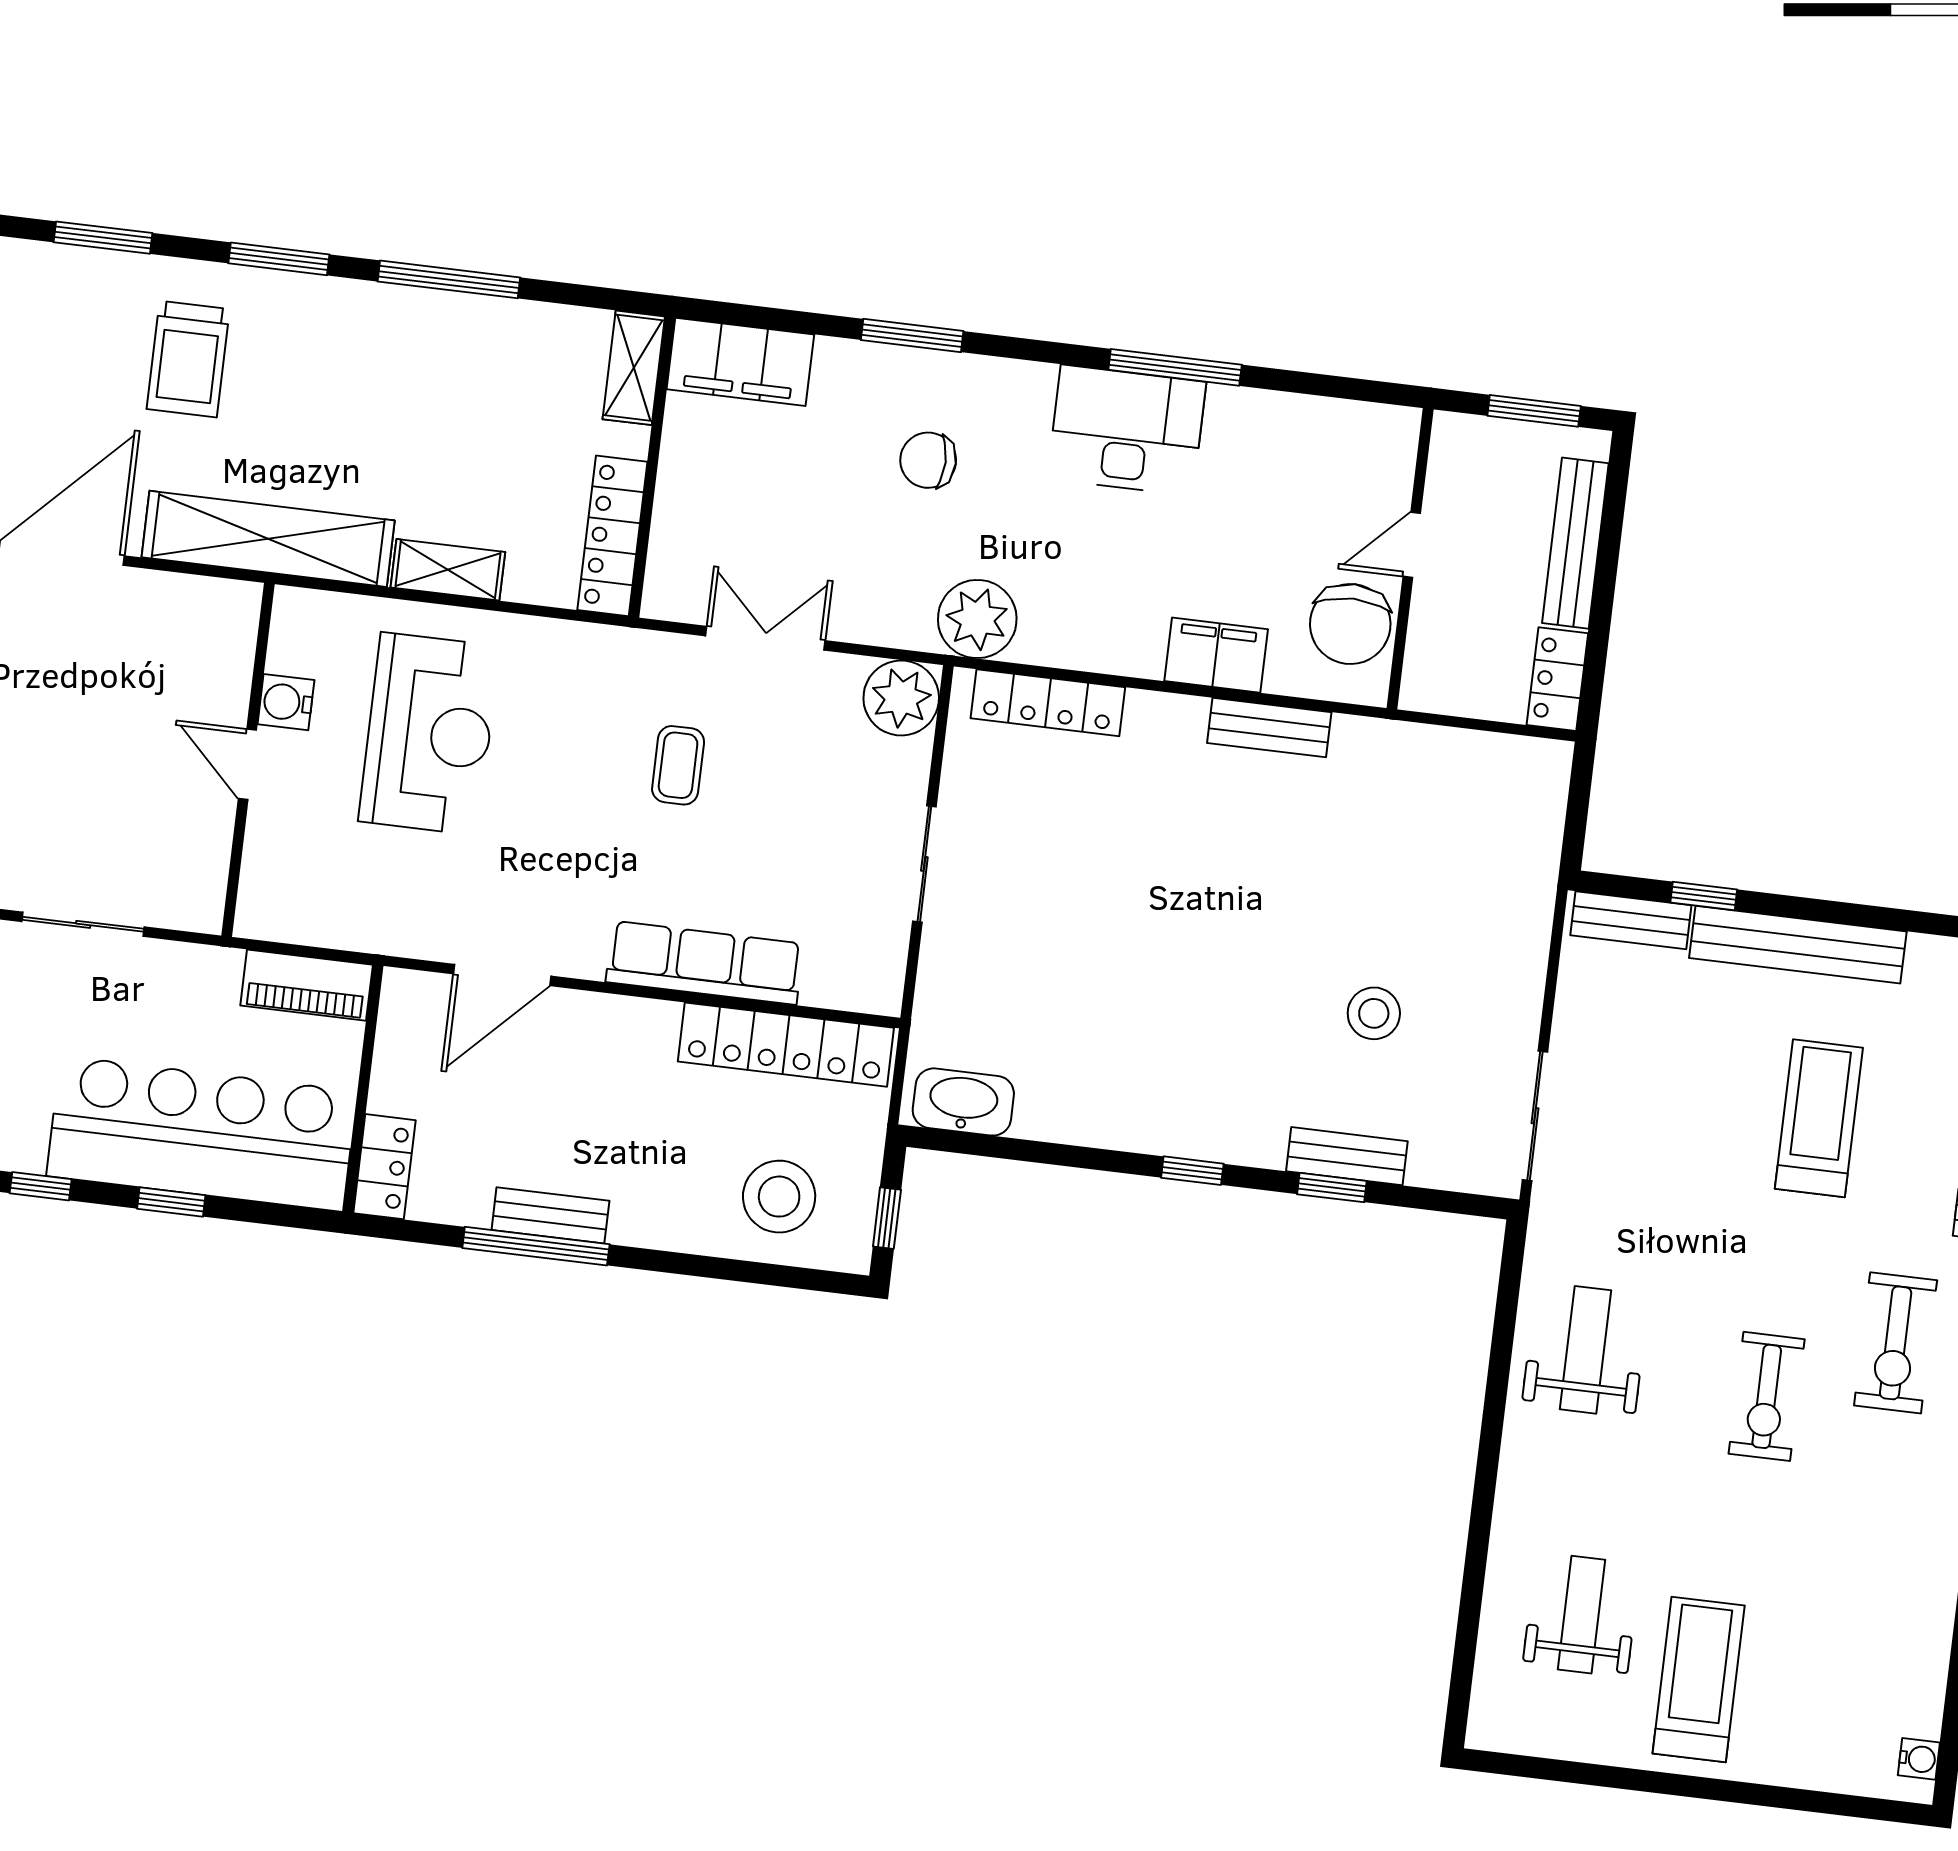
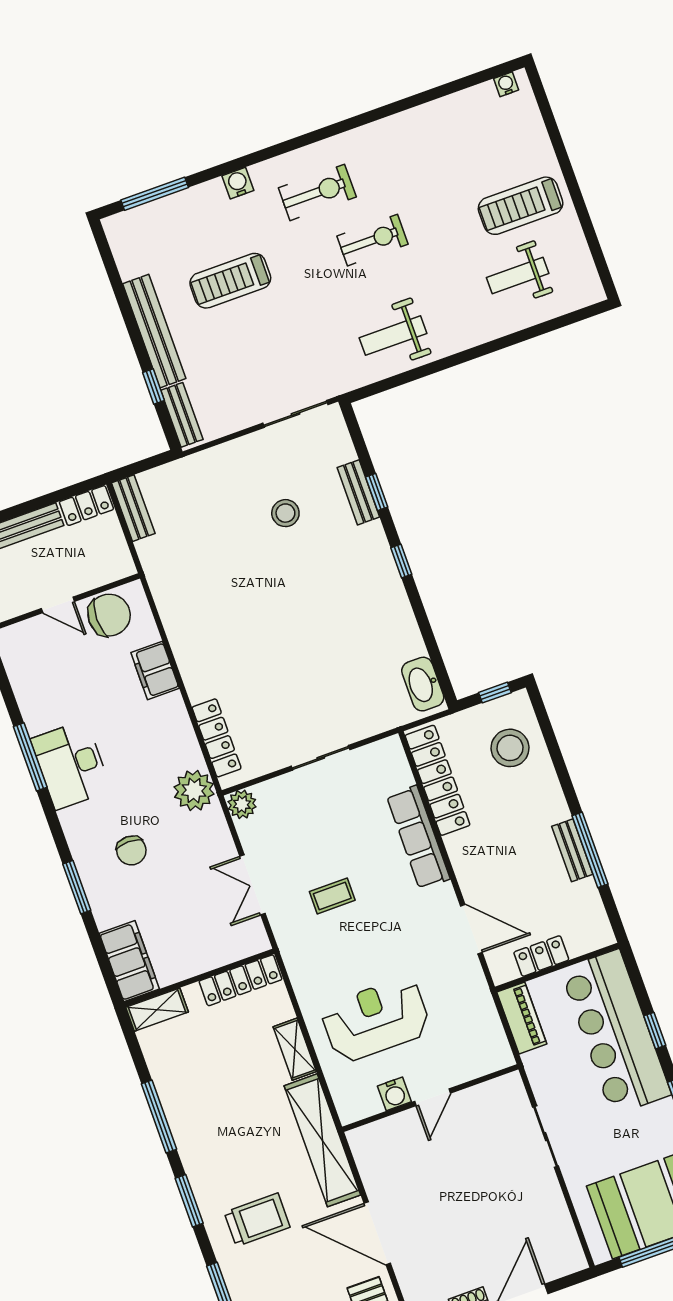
plant: (901, 698) -> (242, 804), width x0.73, depth x0.73
bench: (1269, 728) -> (133, 508), moved
locker: (384, 1167) -> (541, 956), moved

